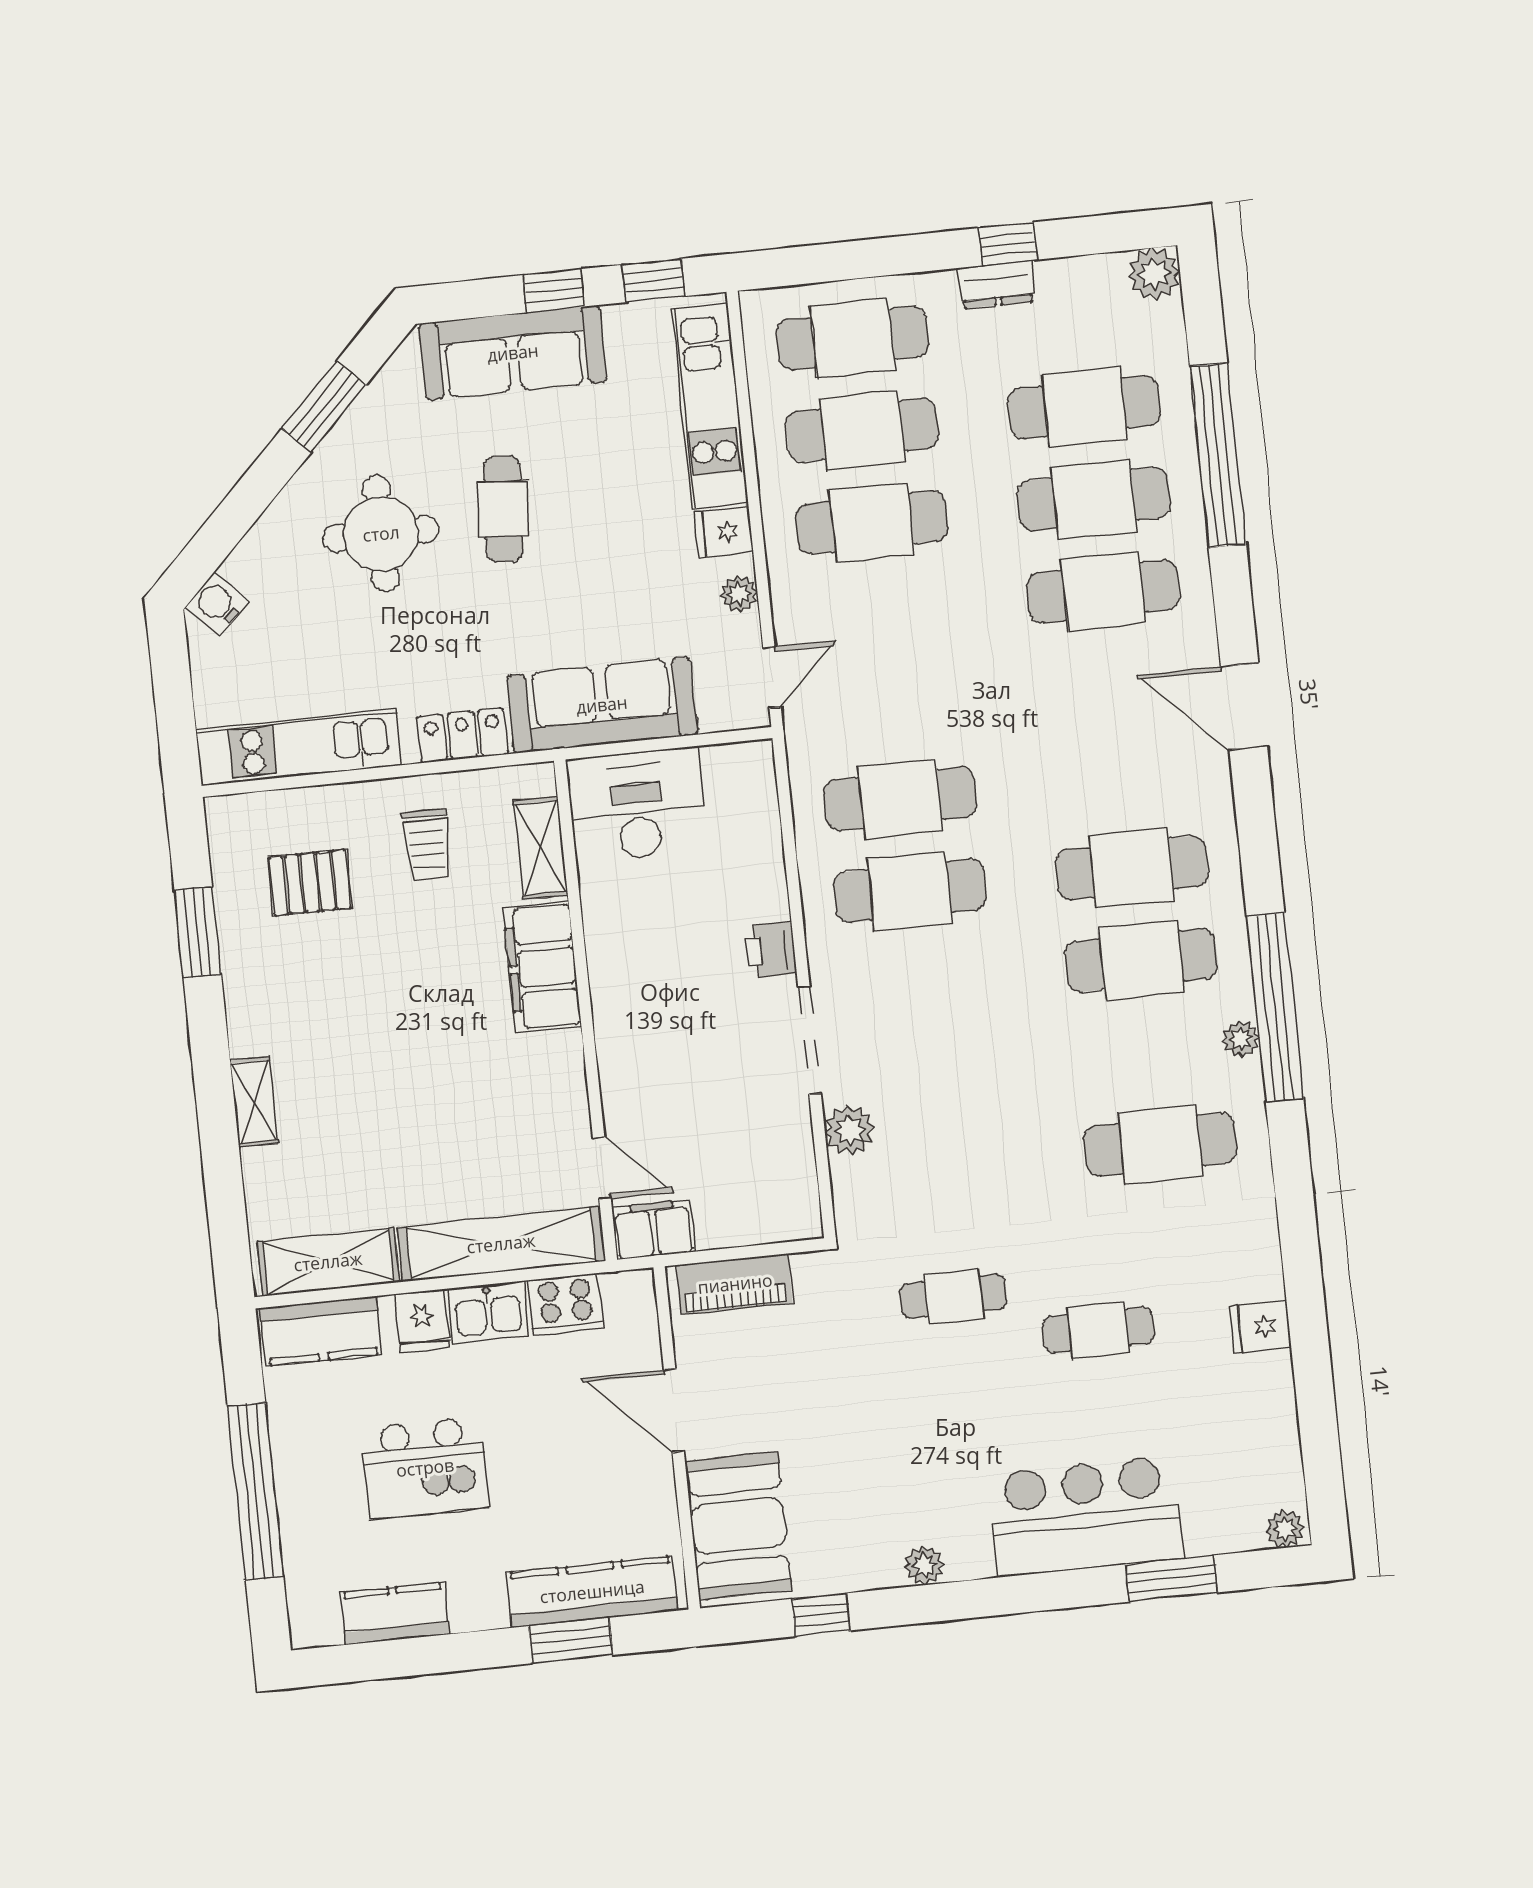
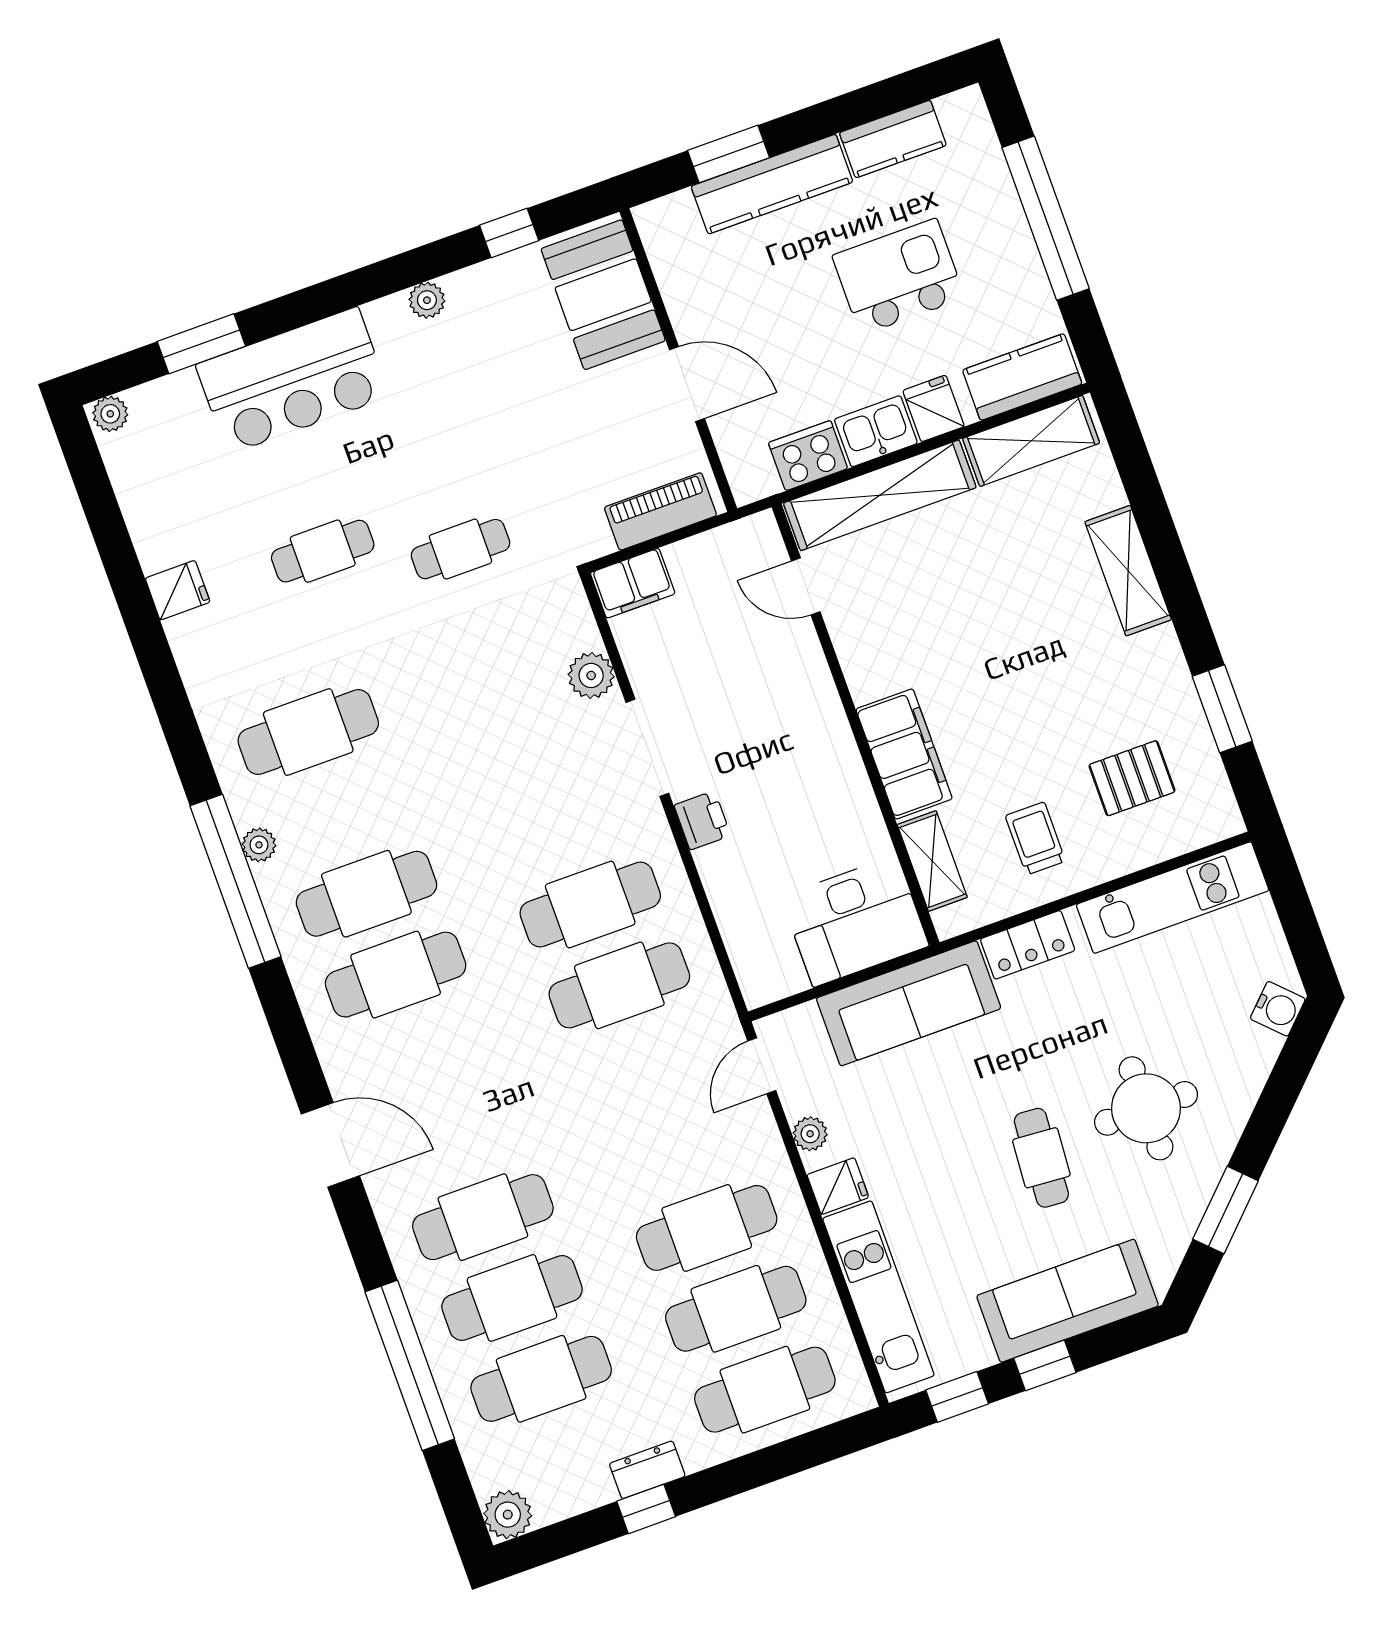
shelving: (254, 1102) -> (1128, 571), width x1.50, depth x1.33
filing cabinet: (654, 1229) -> (633, 583), moved
kitchen counter: (592, 1592) -> (772, 184), moved

